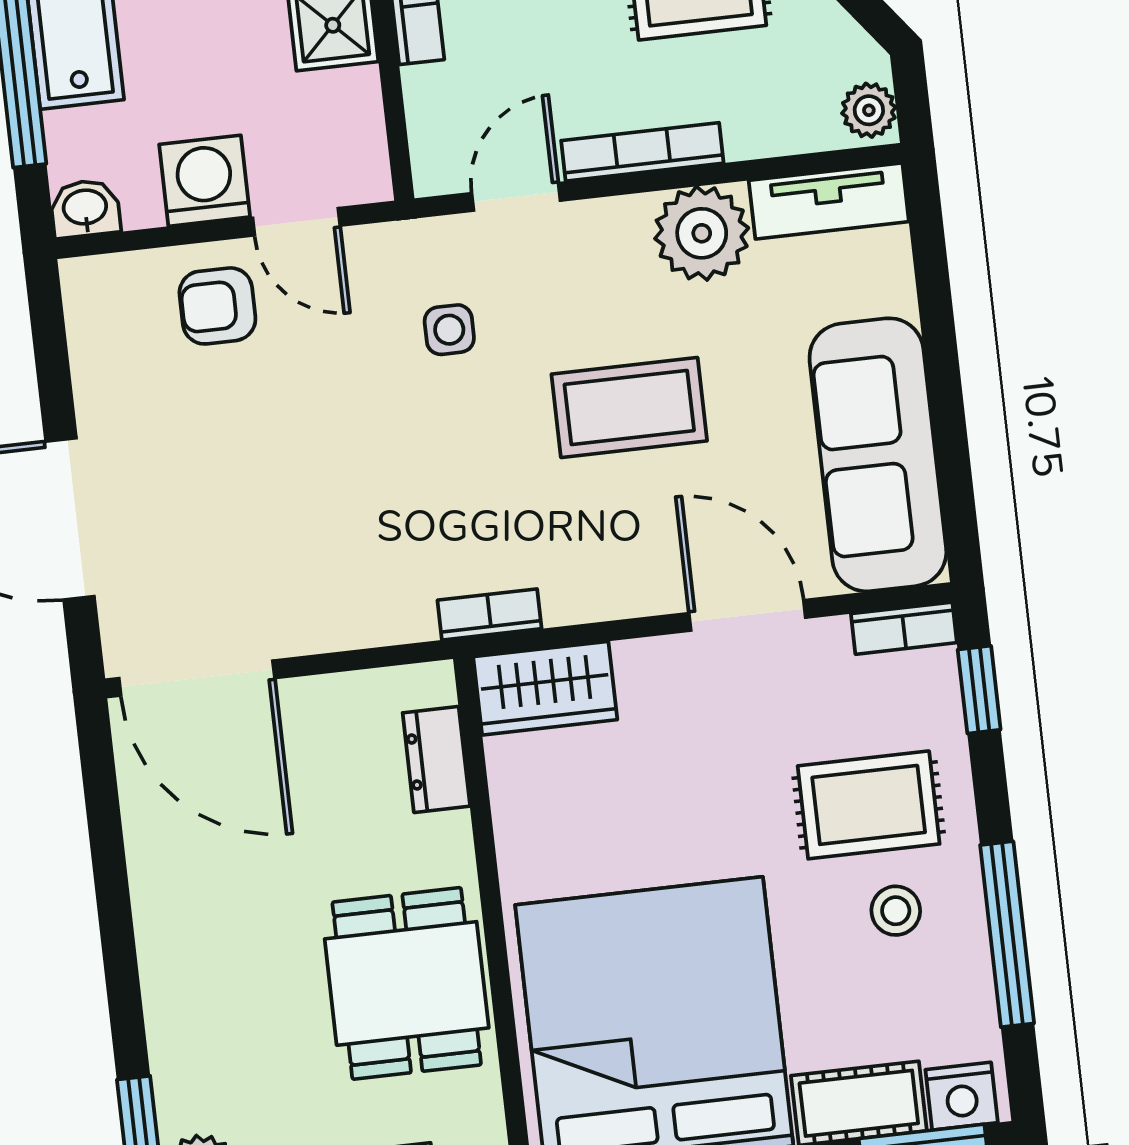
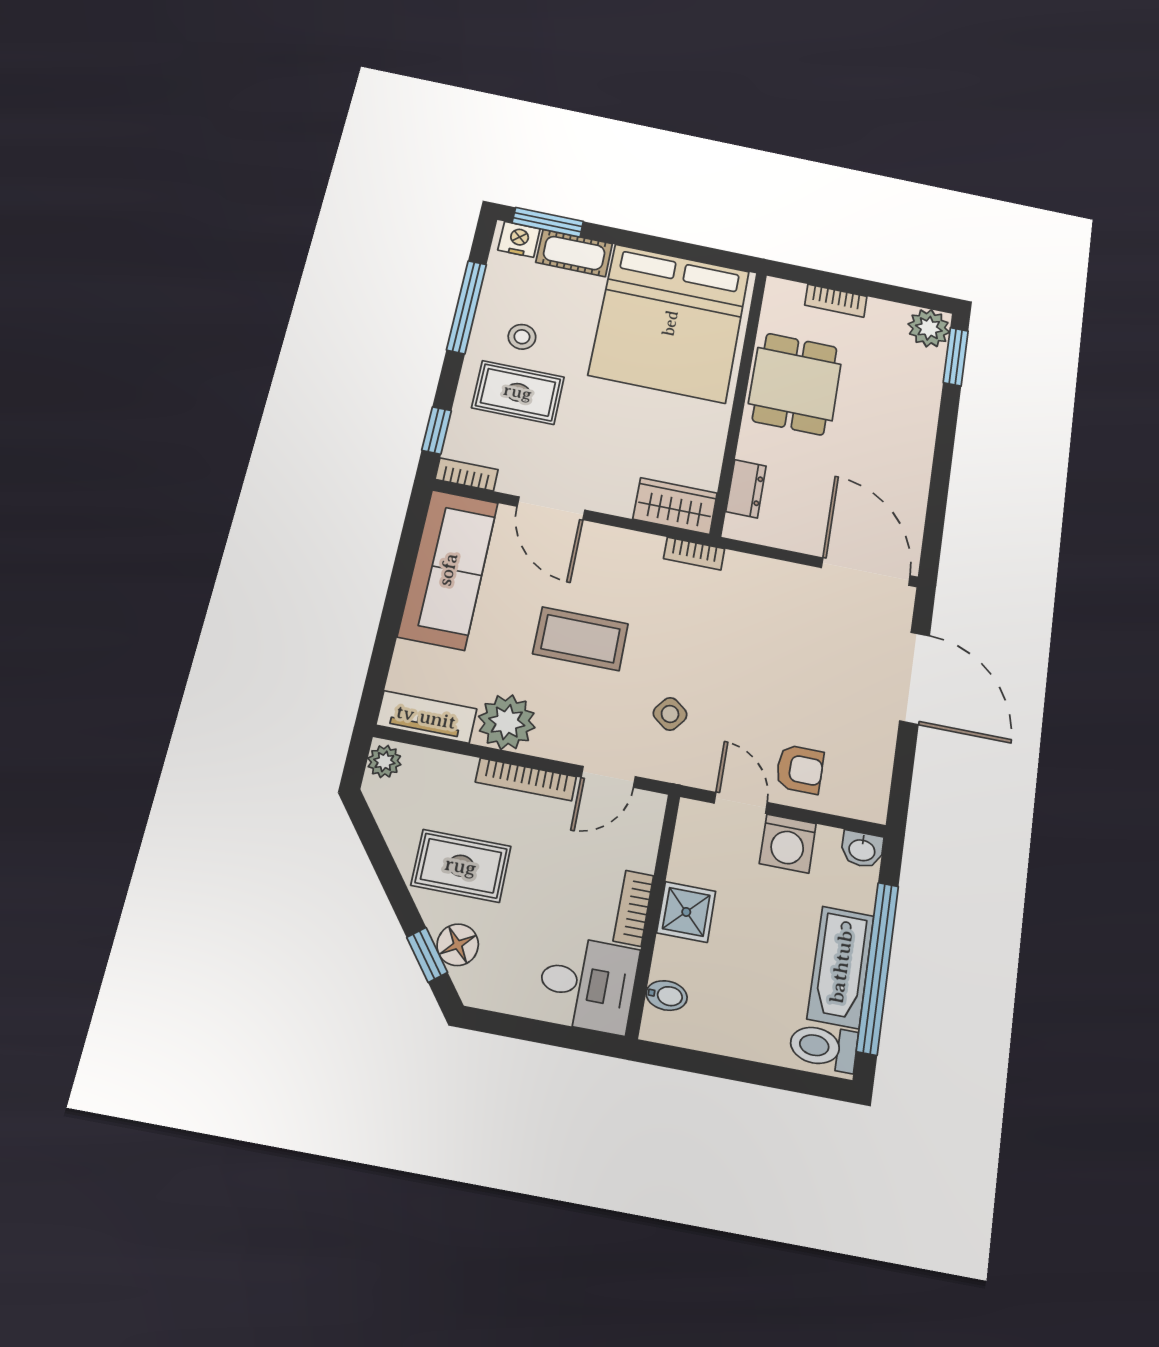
side table: (449, 330) -> (670, 714), turned 38

